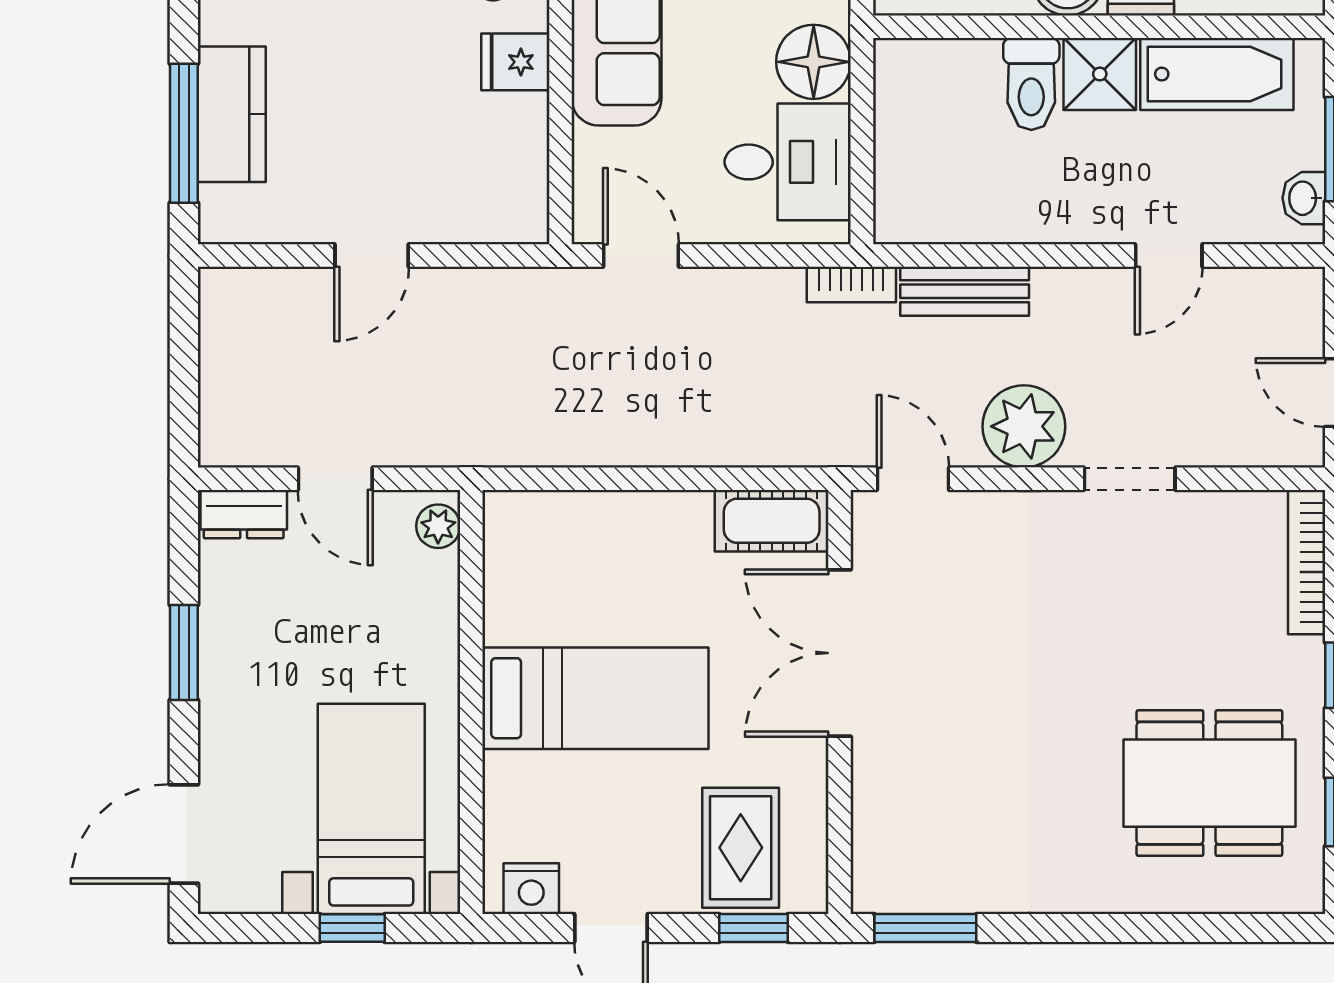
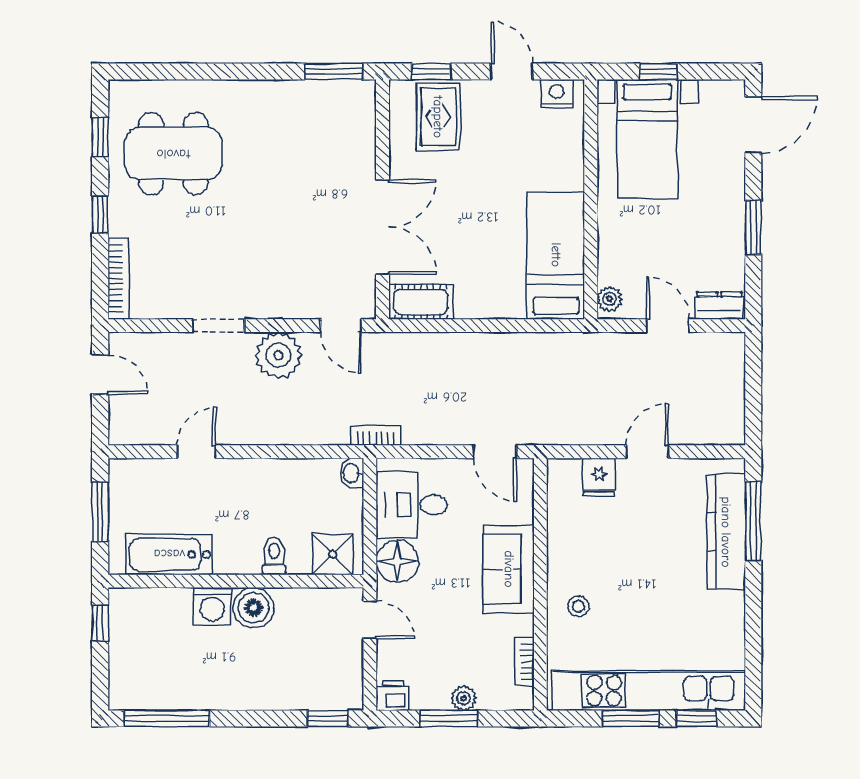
fridge: (515, 62) -> (599, 477), moved, turned 90
shower: (1100, 74) -> (333, 554), moved
toilet: (1031, 84) -> (274, 556), width x0.73, depth x0.72
kitchen counter: (232, 114) -> (726, 532), width x1.50
washbasin: (1304, 198) -> (352, 473), moved, turned 180
bench: (965, 291) -> (312, 432), removed
bed: (595, 698) -> (556, 255), moved, turned 90

